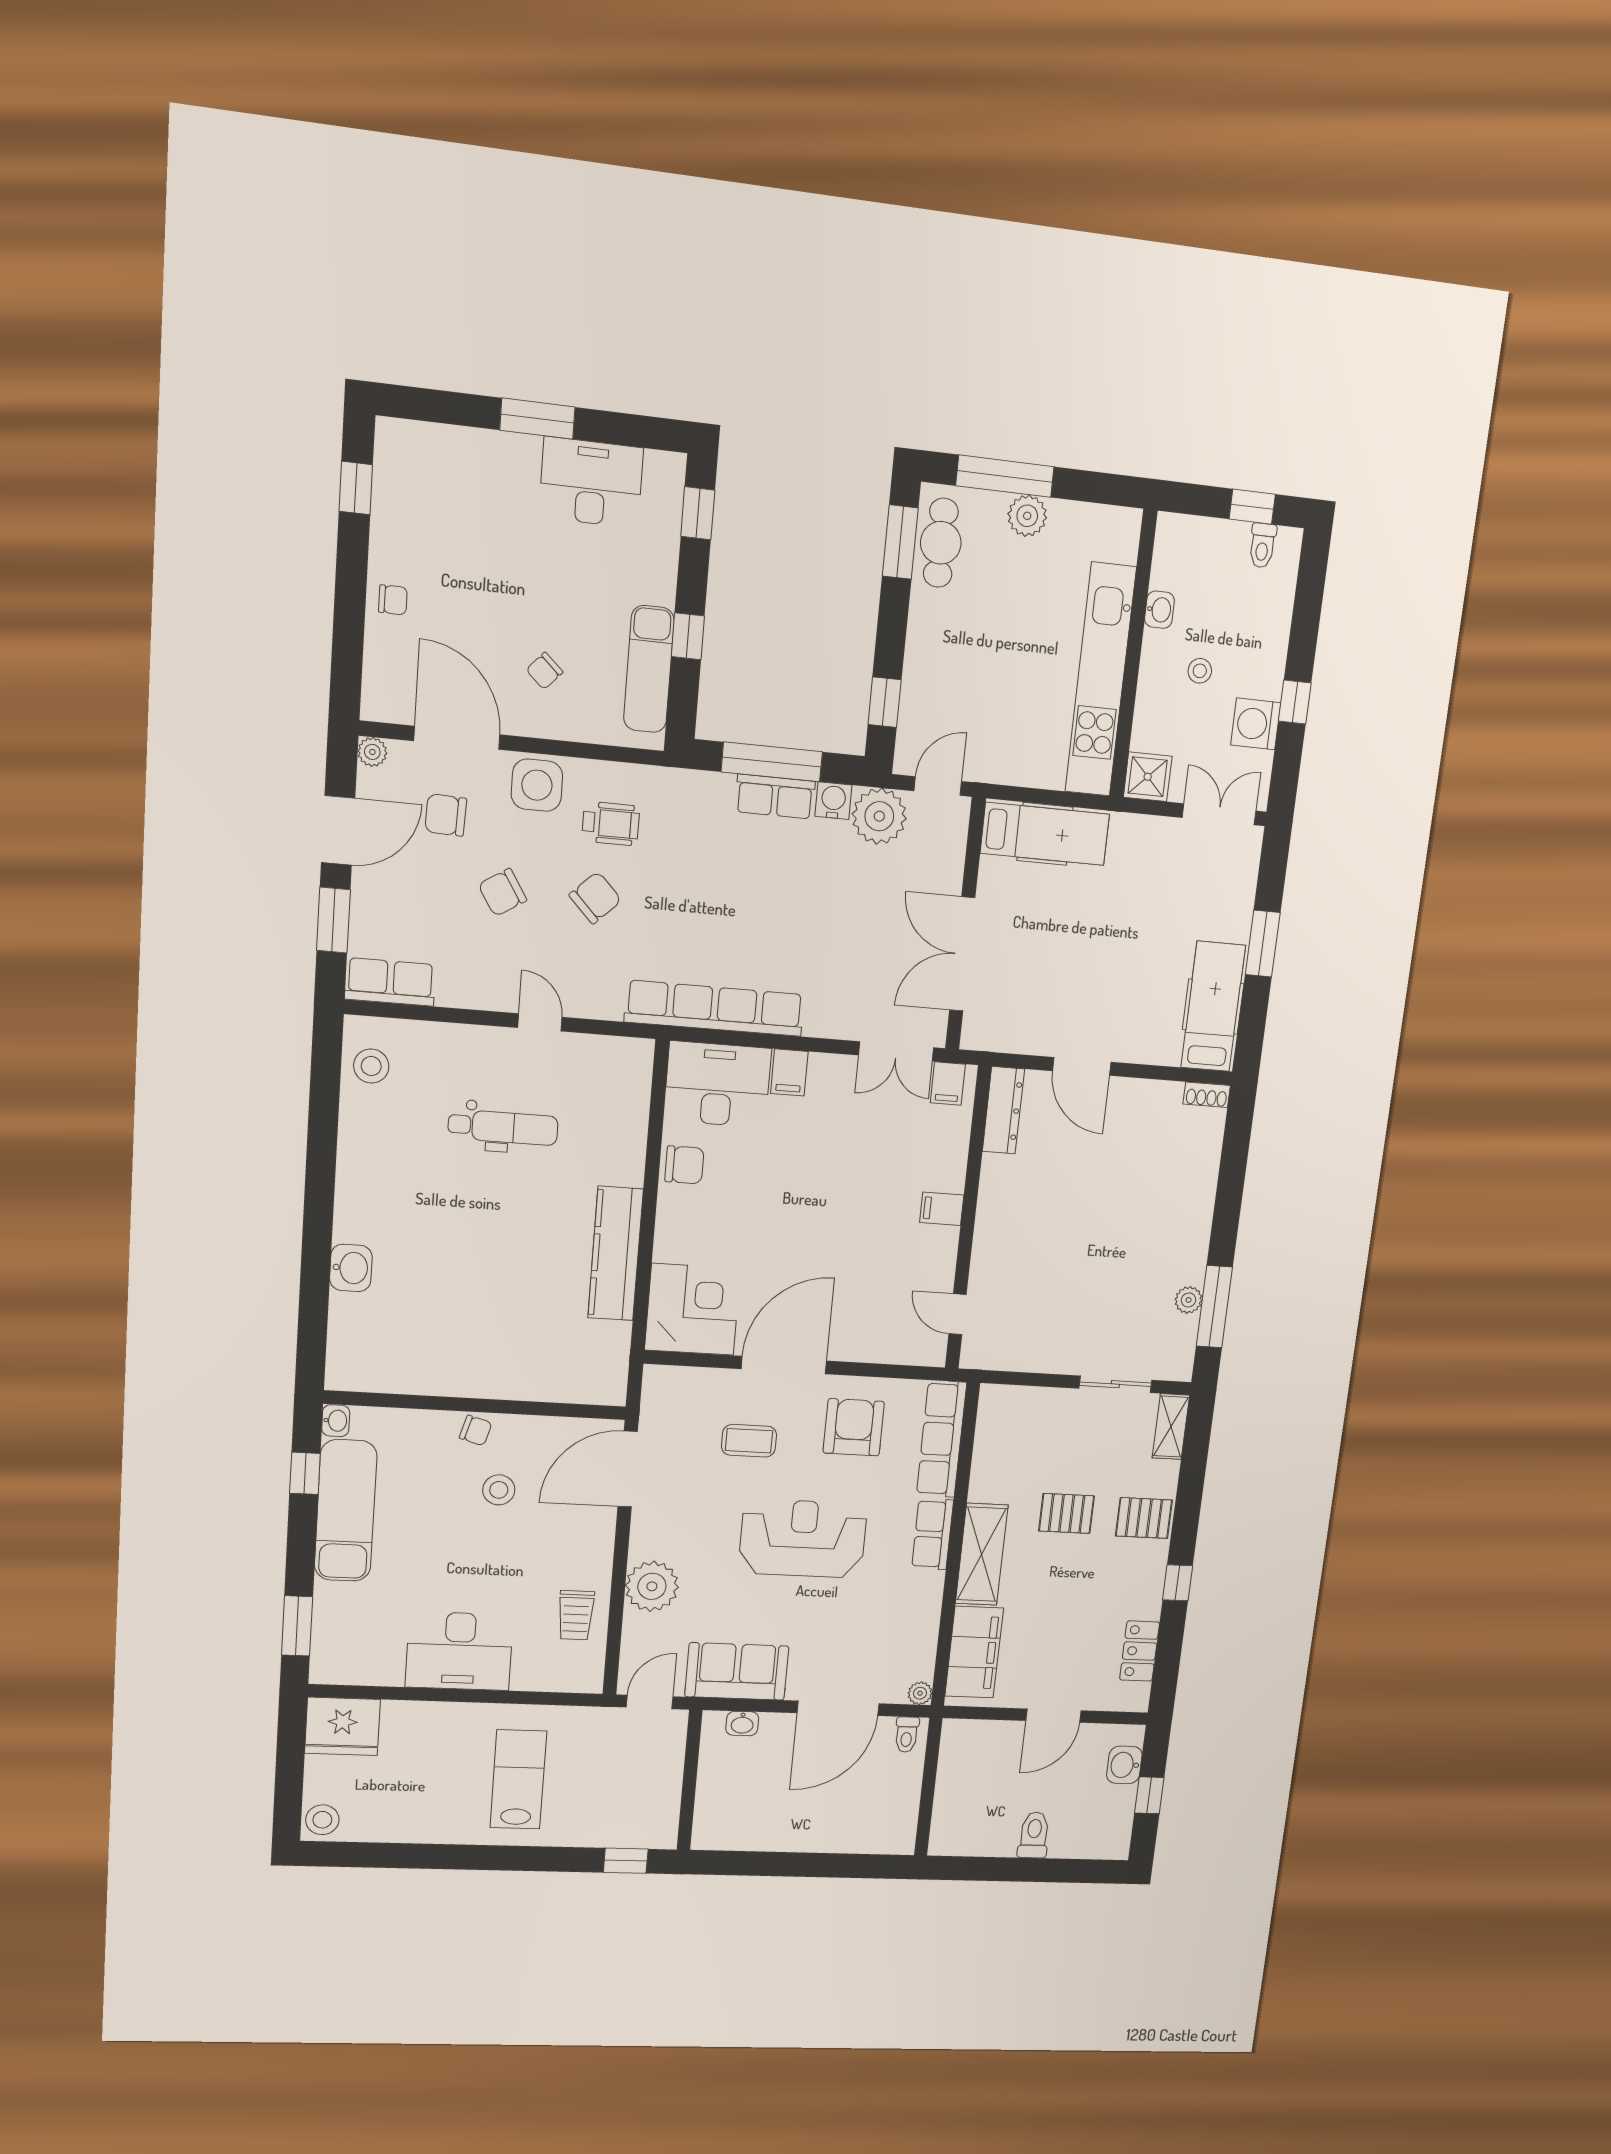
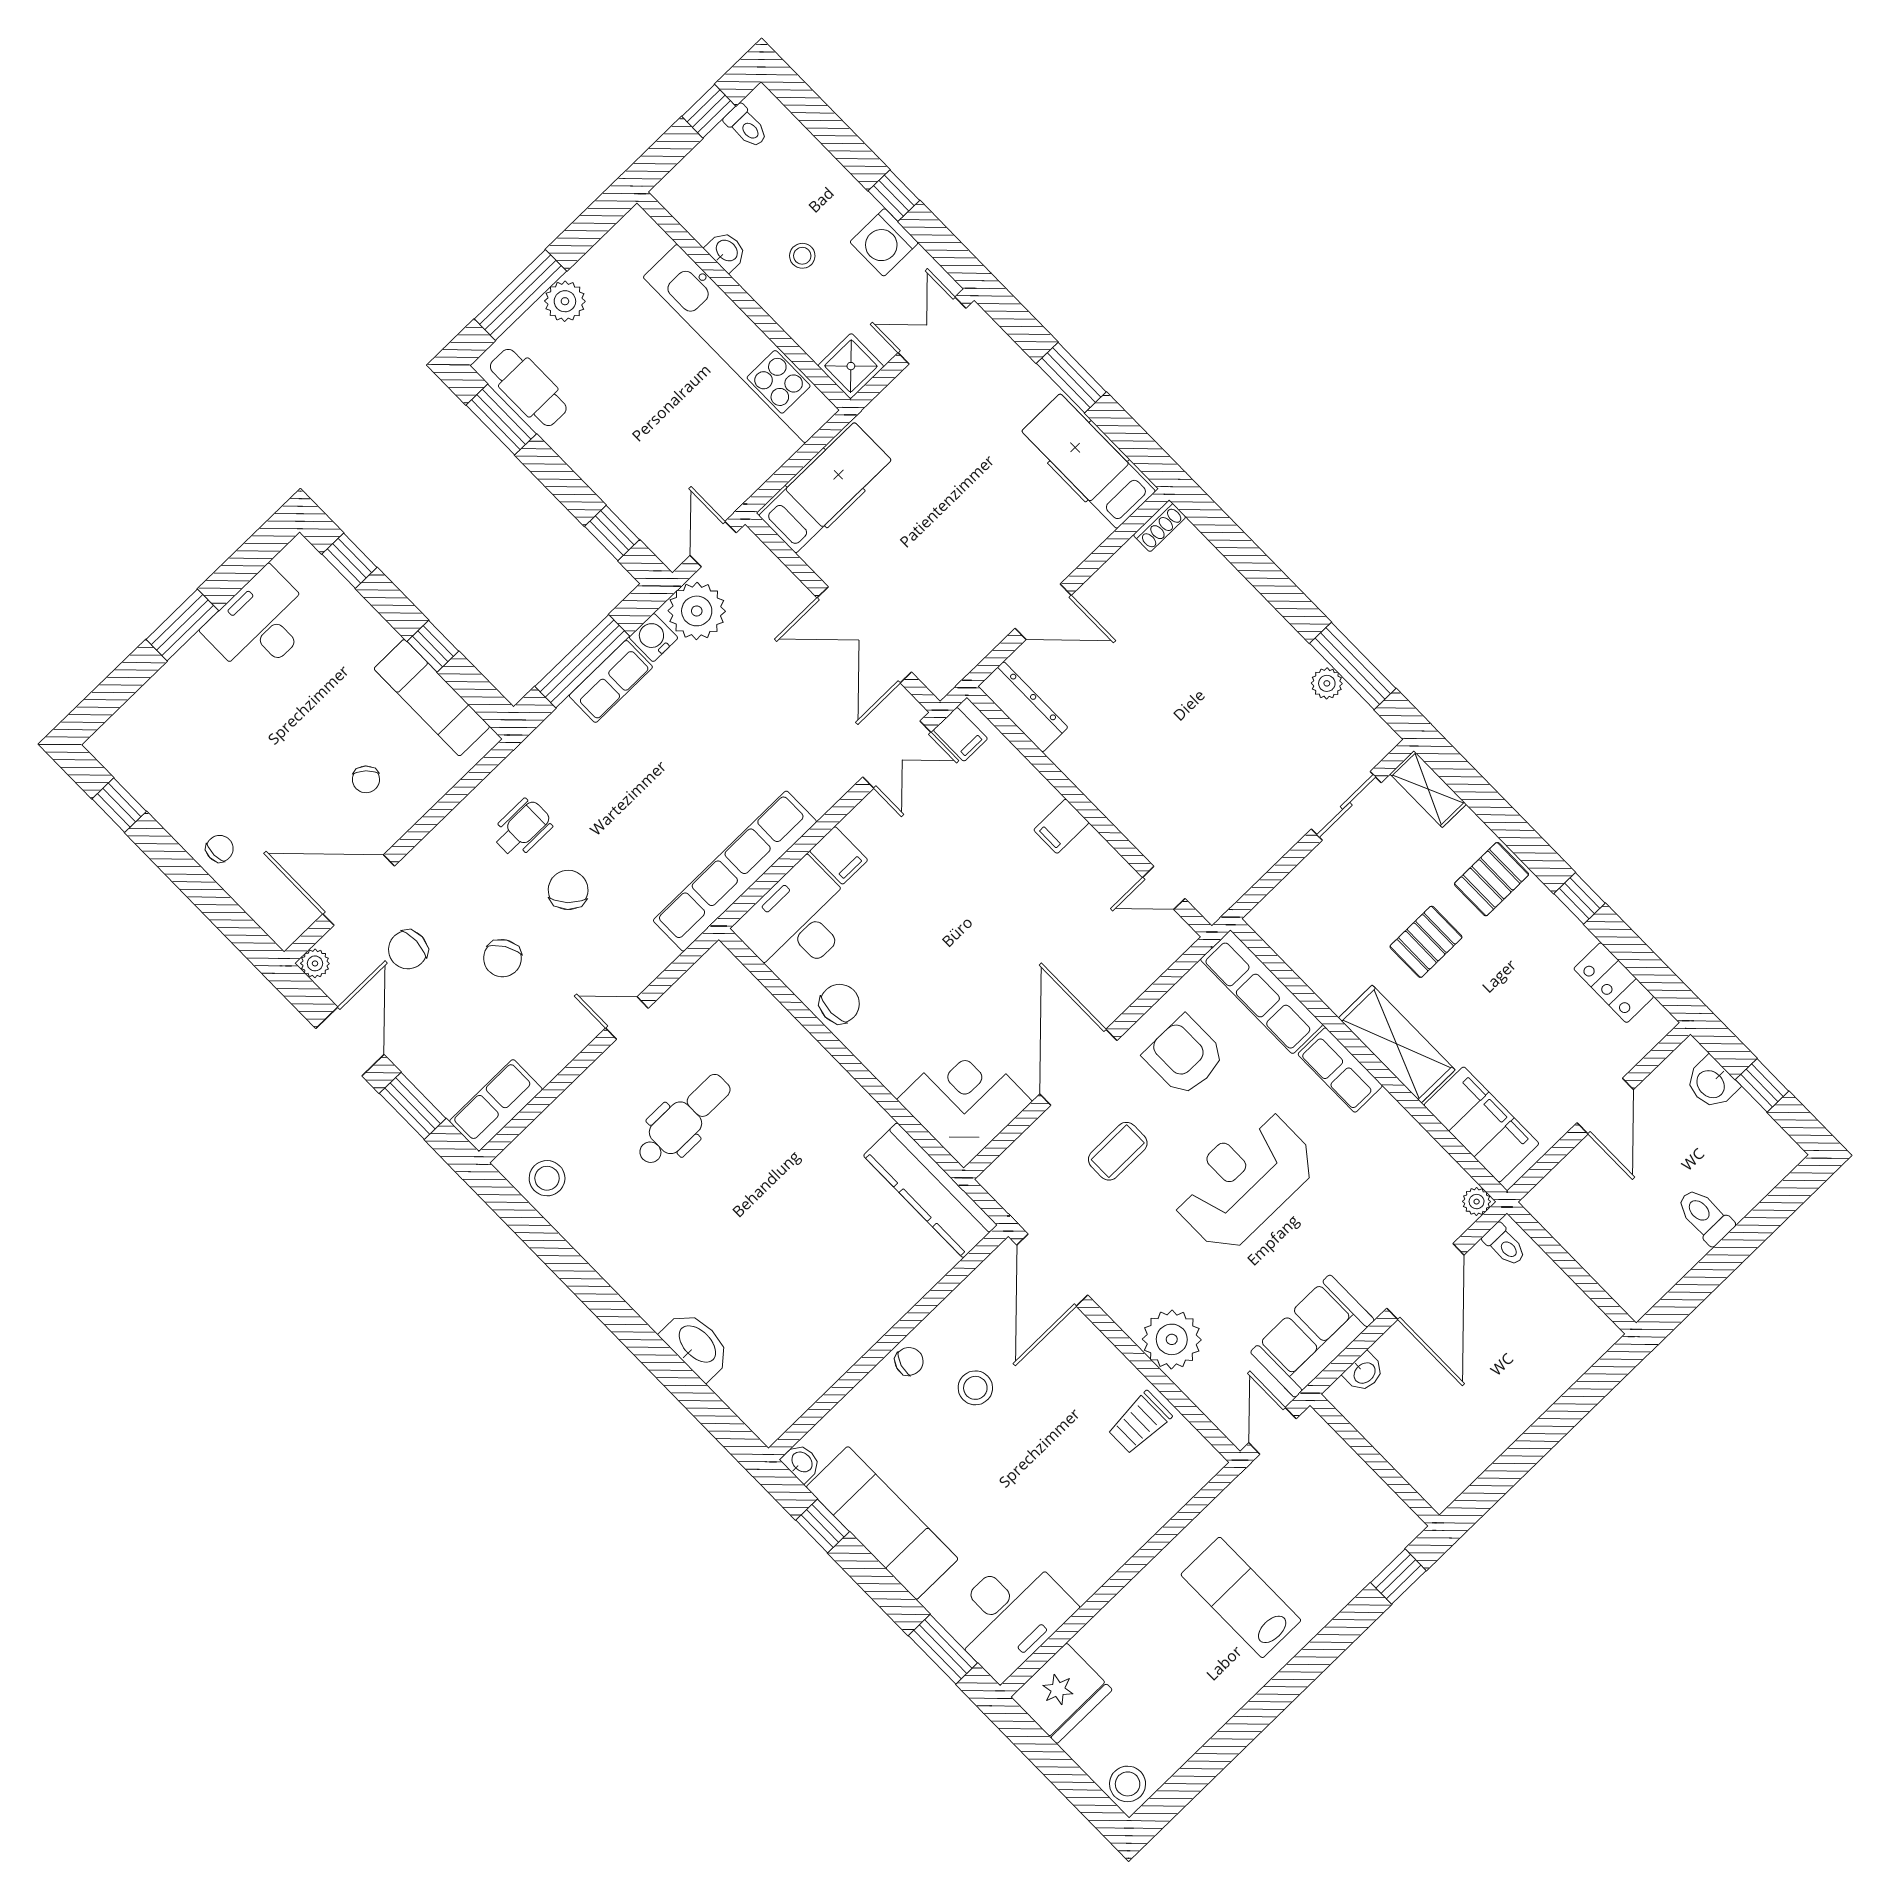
side table: (537, 785) -> (445, 860), removed
kitchen counter: (616, 1254) -> (930, 1190), moved
washbasin: (351, 1268) -> (697, 1345), width x1.38
trolley: (576, 1615) -> (1140, 1423), turned 90
desk: (459, 1651) -> (1009, 1615), moved

